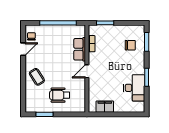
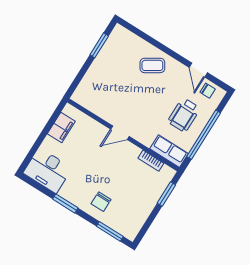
chair: (130, 45) -> (101, 202), moved
row of seats: (80, 49) -> (169, 151), moved
door: (87, 71) -> (120, 133), swing flipped
desk: (134, 88) -> (48, 170), moved
wheelchair: (60, 95) -> (184, 115), moved, turned 180

